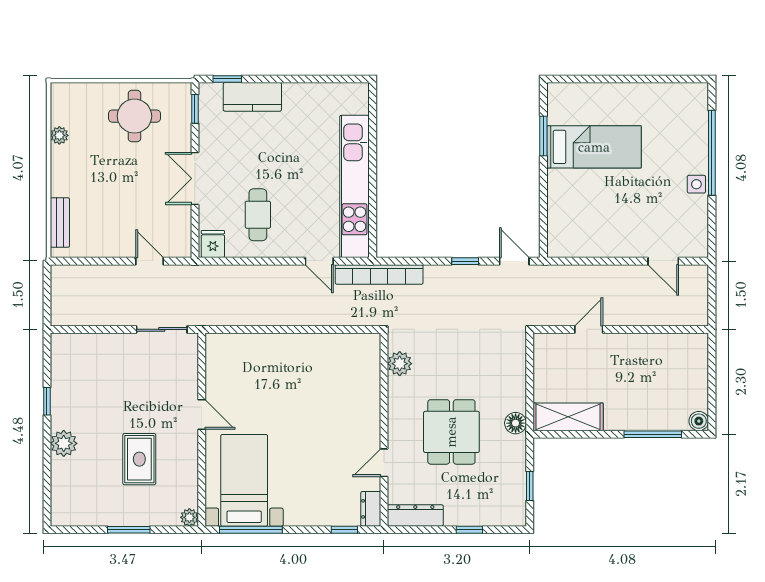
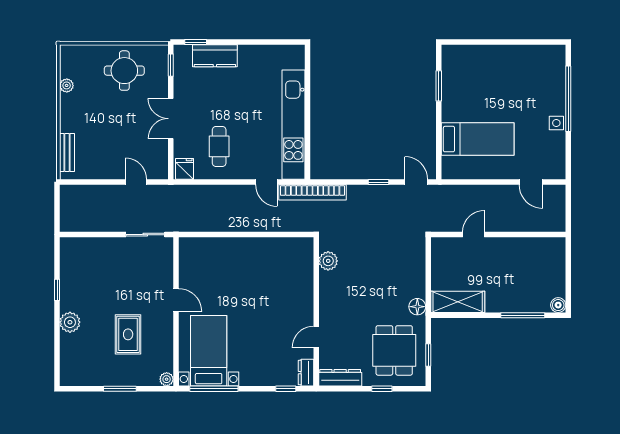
bed: (594, 147) -> (478, 139), moved
dining table: (451, 432) -> (394, 350), moved

